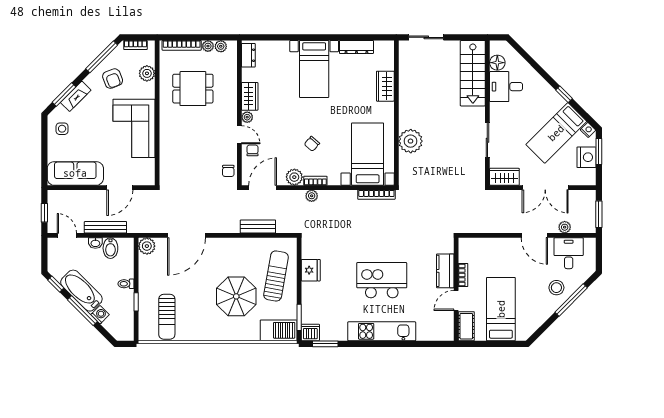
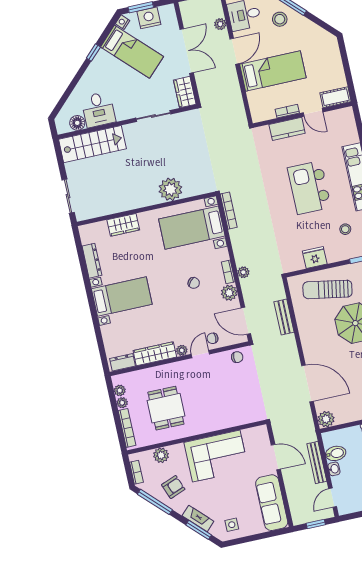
wardrobe: (250, 96) -> (155, 354), width x1.50
stool: (332, 307) -> (345, 229), added
bed: (501, 309) -> (273, 71), moved, turned 180

